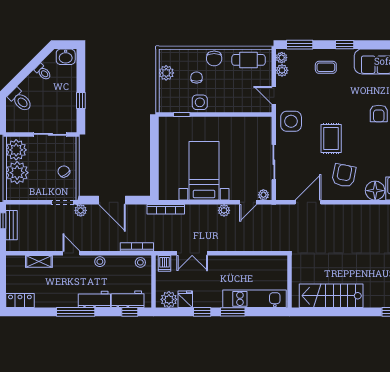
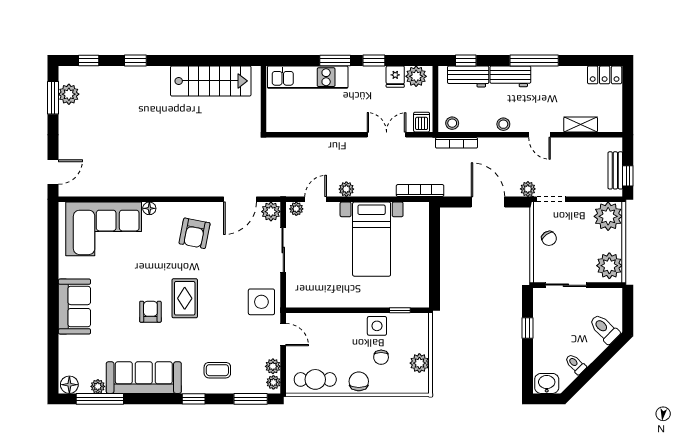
rug: (331, 139) -> (185, 298), moved
plant: (17, 173) -> (608, 216), moved
floor lamp: (375, 191) -> (149, 208), width x0.53, depth x0.53
plant: (284, 193) -> (271, 212), added

